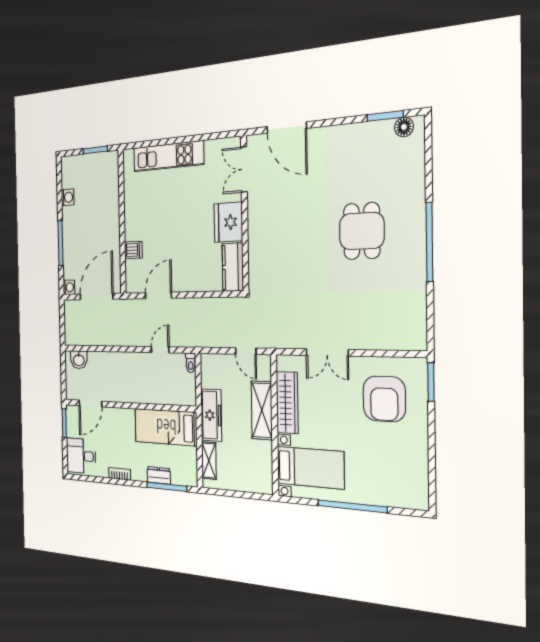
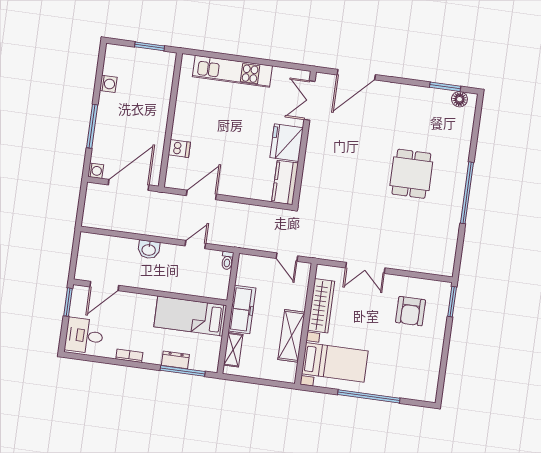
door: (287, 128) -> (356, 75), hinge flipped
washbasin: (79, 360) -> (149, 250), moved
armchair: (384, 399) -> (411, 311), width x0.73, depth x0.73
shelving: (262, 410) -> (291, 336), moved

